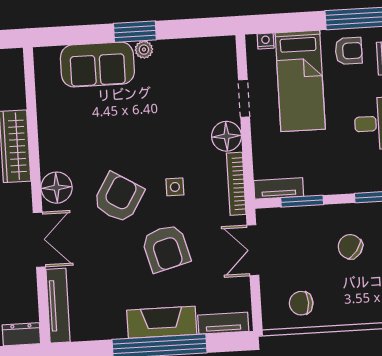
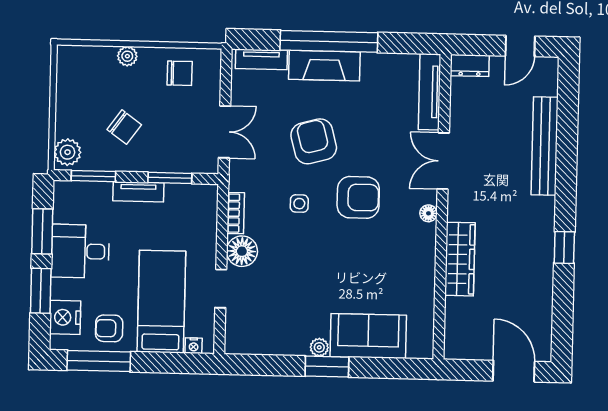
bookcase: (236, 184) -> (236, 213), width x0.64
floor lamp: (57, 188) -> (428, 213), width x0.53, depth x0.53
tv unit: (279, 188) -> (138, 192), moved
armchair: (118, 198) -> (358, 197), turned -121
plant: (353, 315) -> (127, 56), added

